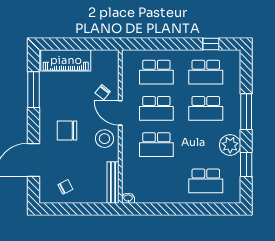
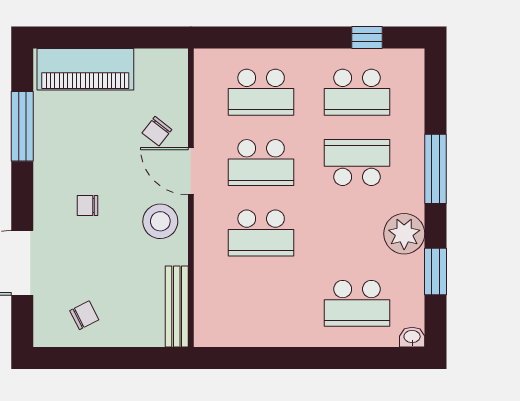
school desk: (206, 108) -> (357, 163), turned 180
chair: (67, 130) -> (88, 206), width x0.54, depth x0.54
washbasin: (128, 198) -> (412, 337), moved

